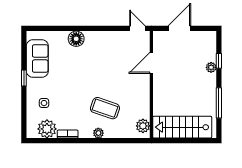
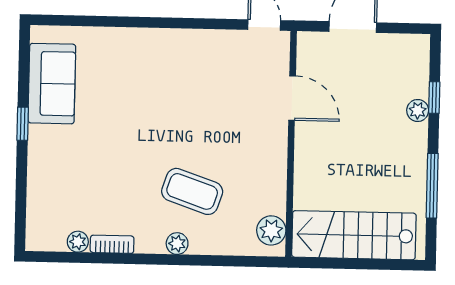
floor lamp: (76, 39) -> (135, 44), removed
door: (151, 63) -> (292, 98), swing flipped
side table: (44, 103) -> (64, 178), removed
plant: (47, 129) -> (78, 242), width x0.53, depth x0.53

